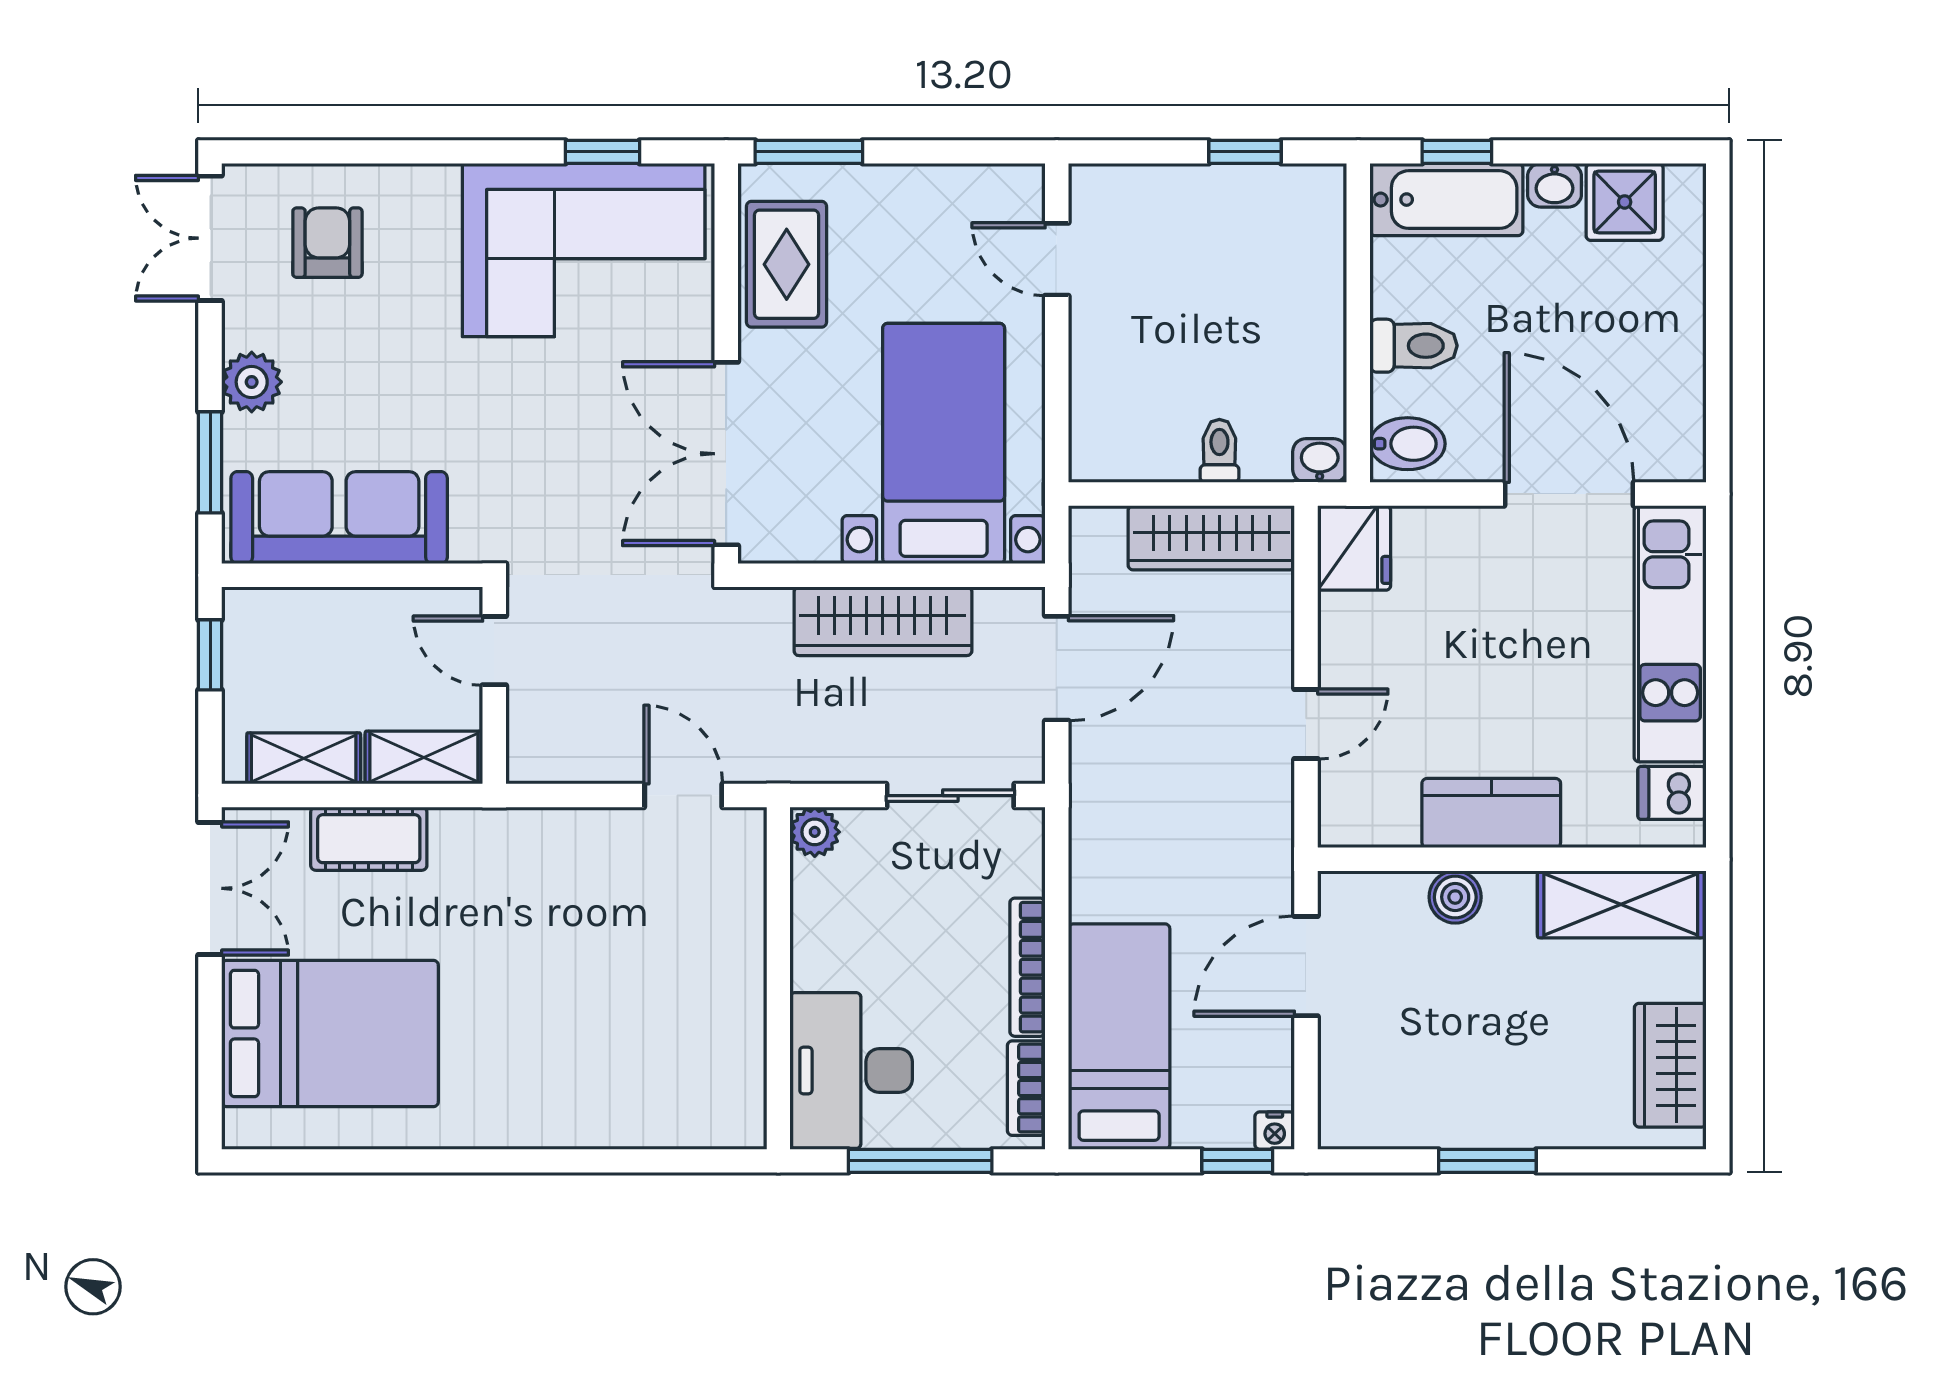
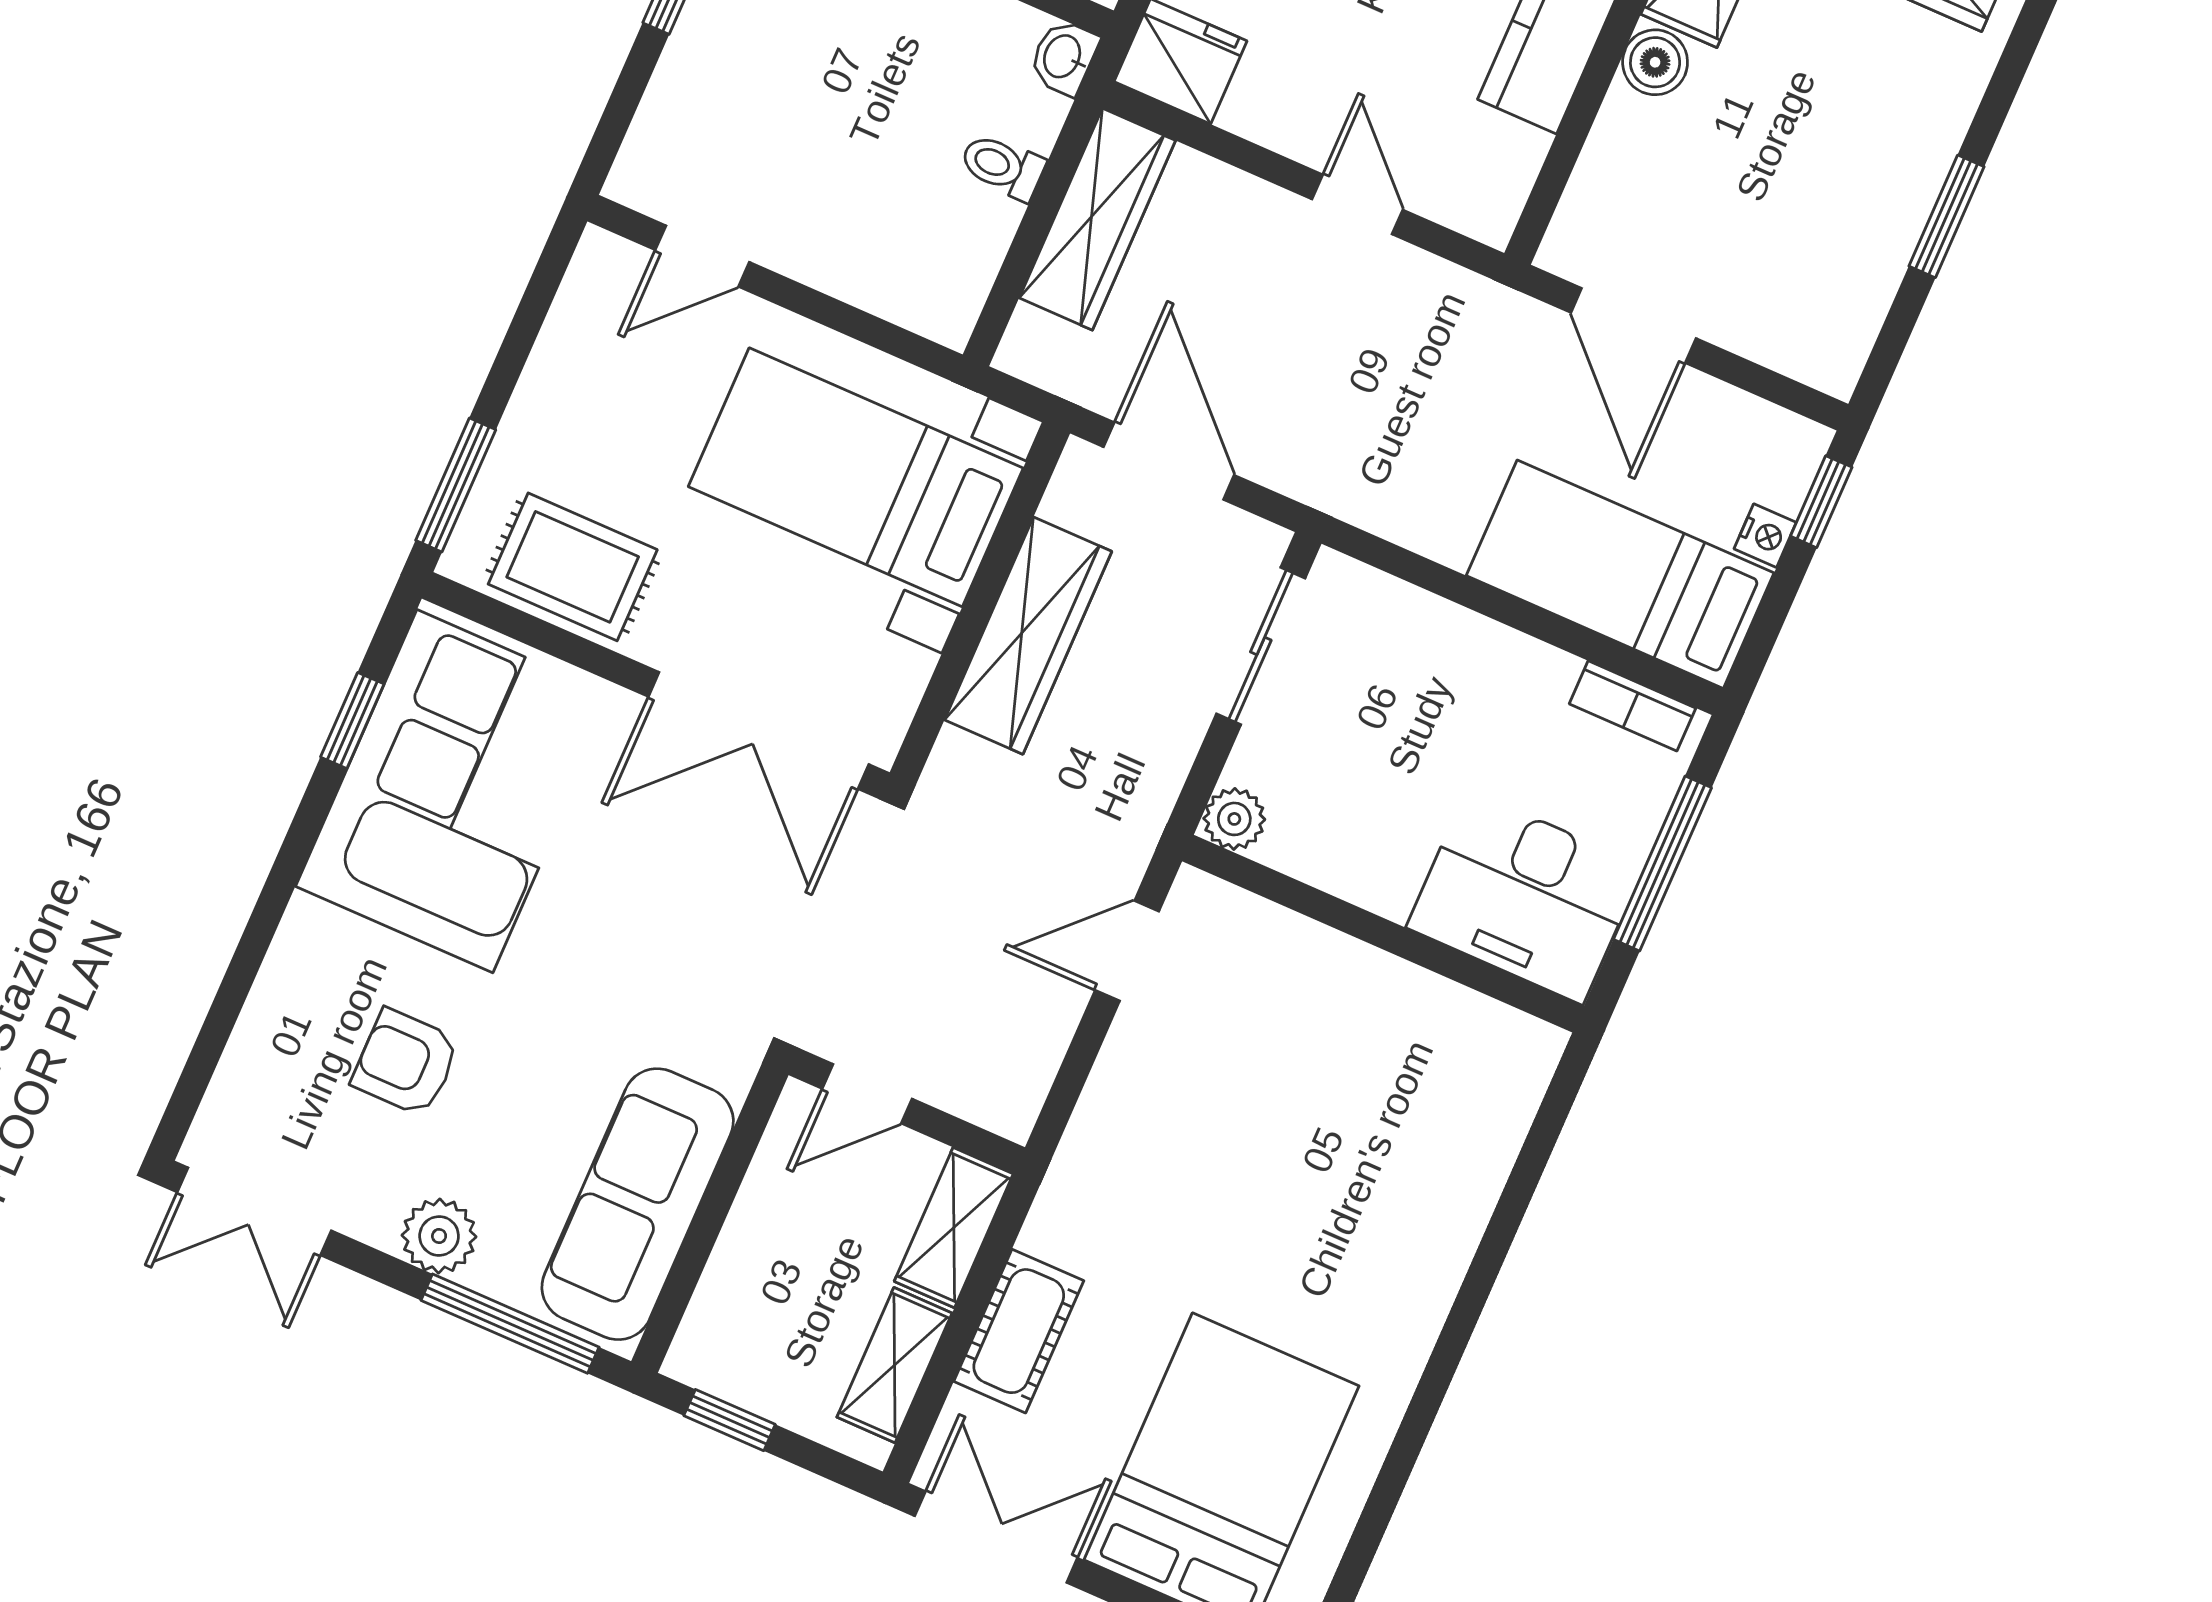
armchair: (327, 243) -> (406, 1062), moved
window: (210, 462) -> (510, 1324), width x1.44
boiler: (1455, 897) -> (1655, 62), moved
bookcase: (1027, 967) -> (1495, 644), removed
nightstand: (1275, 1131) -> (1765, 536), moved

